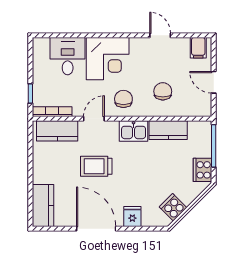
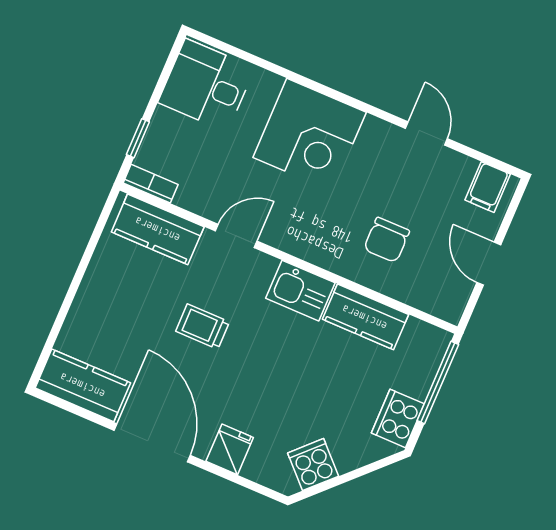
desk: (68, 56) -> (206, 85), moved, turned -90
chair: (163, 91) -> (387, 240), turned 180
chair: (123, 99) -> (307, 223), removed
bookcase: (52, 112) -> (151, 184), width x0.64
trolley: (96, 166) -> (203, 327), width x0.73, depth x0.72
kitchen counter: (43, 206) -> (83, 385), moved, turned -90

